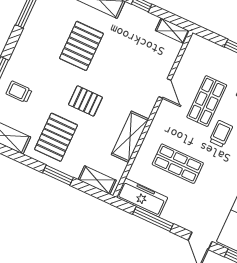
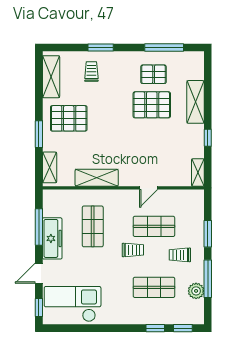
pallet: (85, 101) -> (154, 74), moved, turned 90
freezer: (142, 197) -> (52, 238), moved

